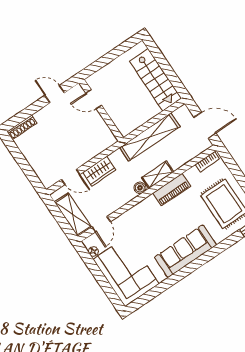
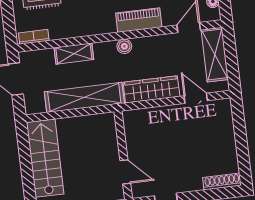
wardrobe: (99, 171) -> (151, 89), width x1.50
shelving: (158, 175) -> (74, 54), moved
piano: (172, 190) -> (139, 20), moved

